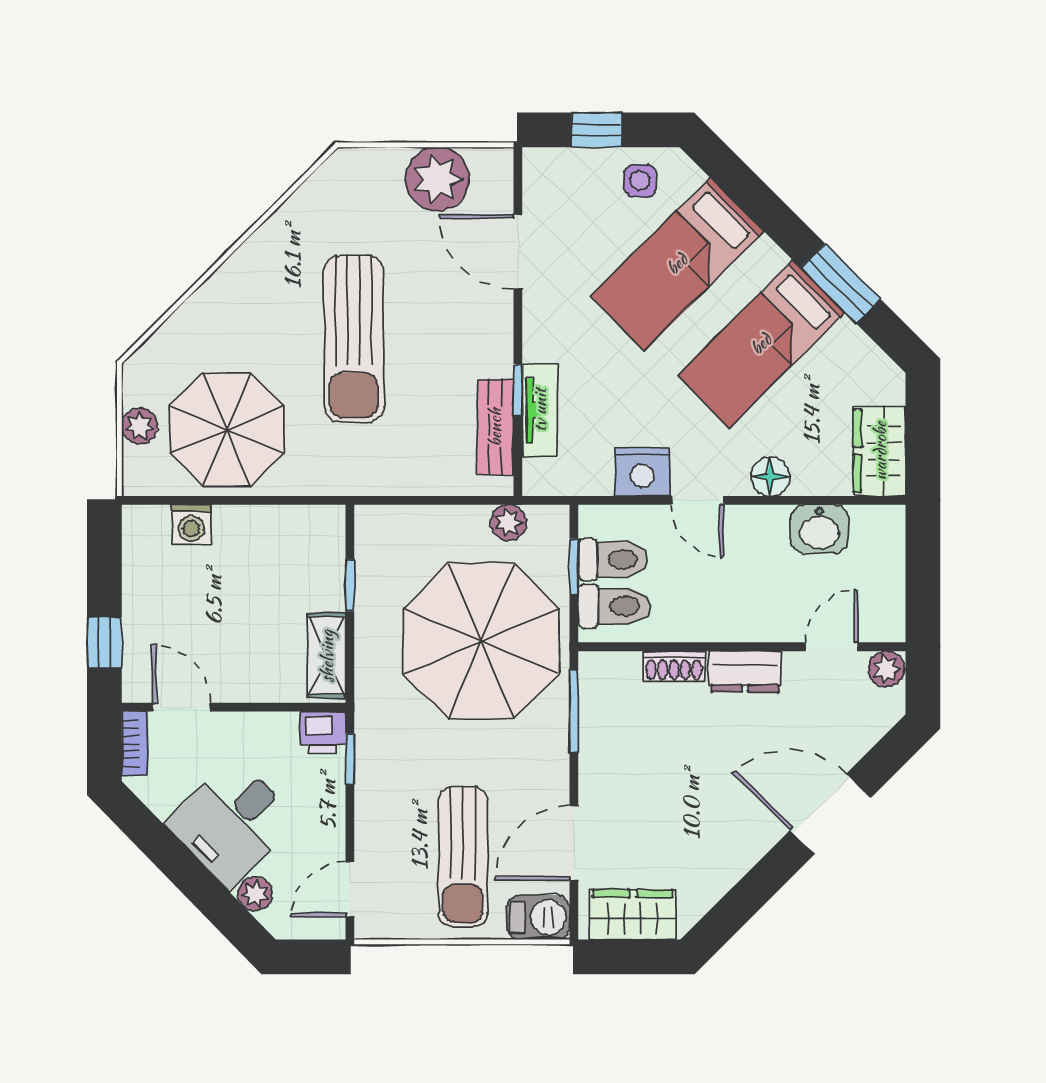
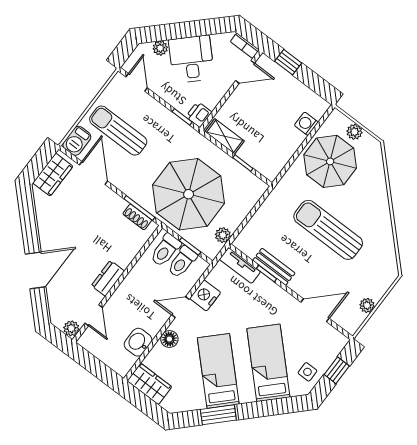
plant: (437, 179) -> (367, 305), width x0.53, depth x0.53
tv unit: (540, 410) -> (240, 265), moved
bench: (495, 427) -> (274, 267), moved
shoe rack: (674, 666) -> (137, 217), moved, turned -90

